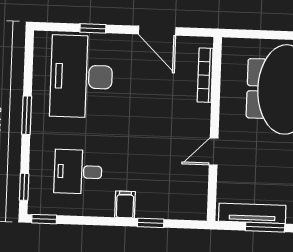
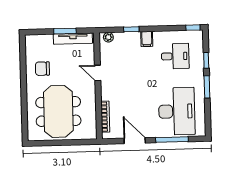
window: (93, 28) -> (172, 140), width x2.17
door: (214, 152) -> (98, 73), swing flipped
window: (24, 187) -> (206, 60), moved
plant: (191, 212) -> (108, 37), added

